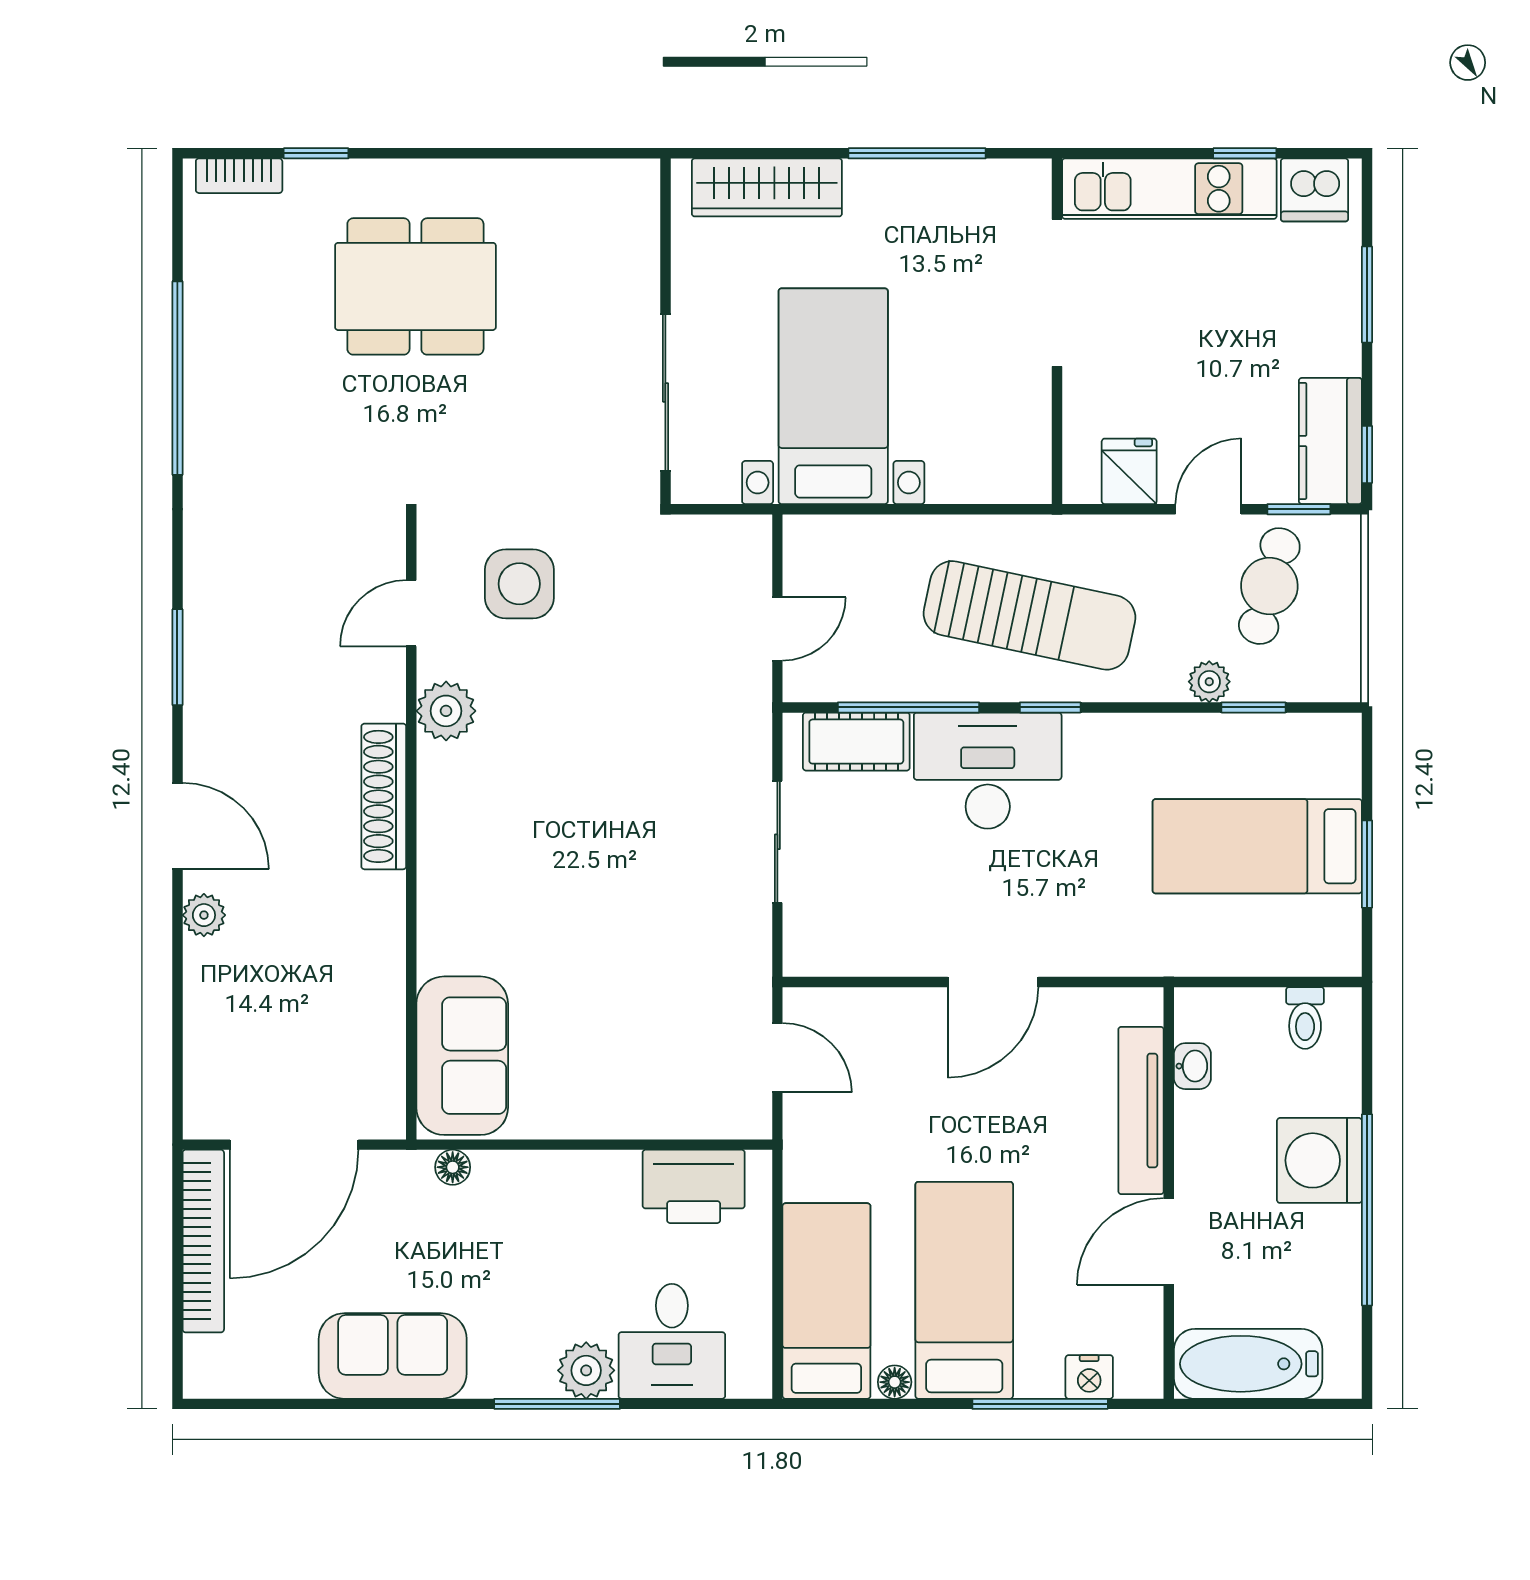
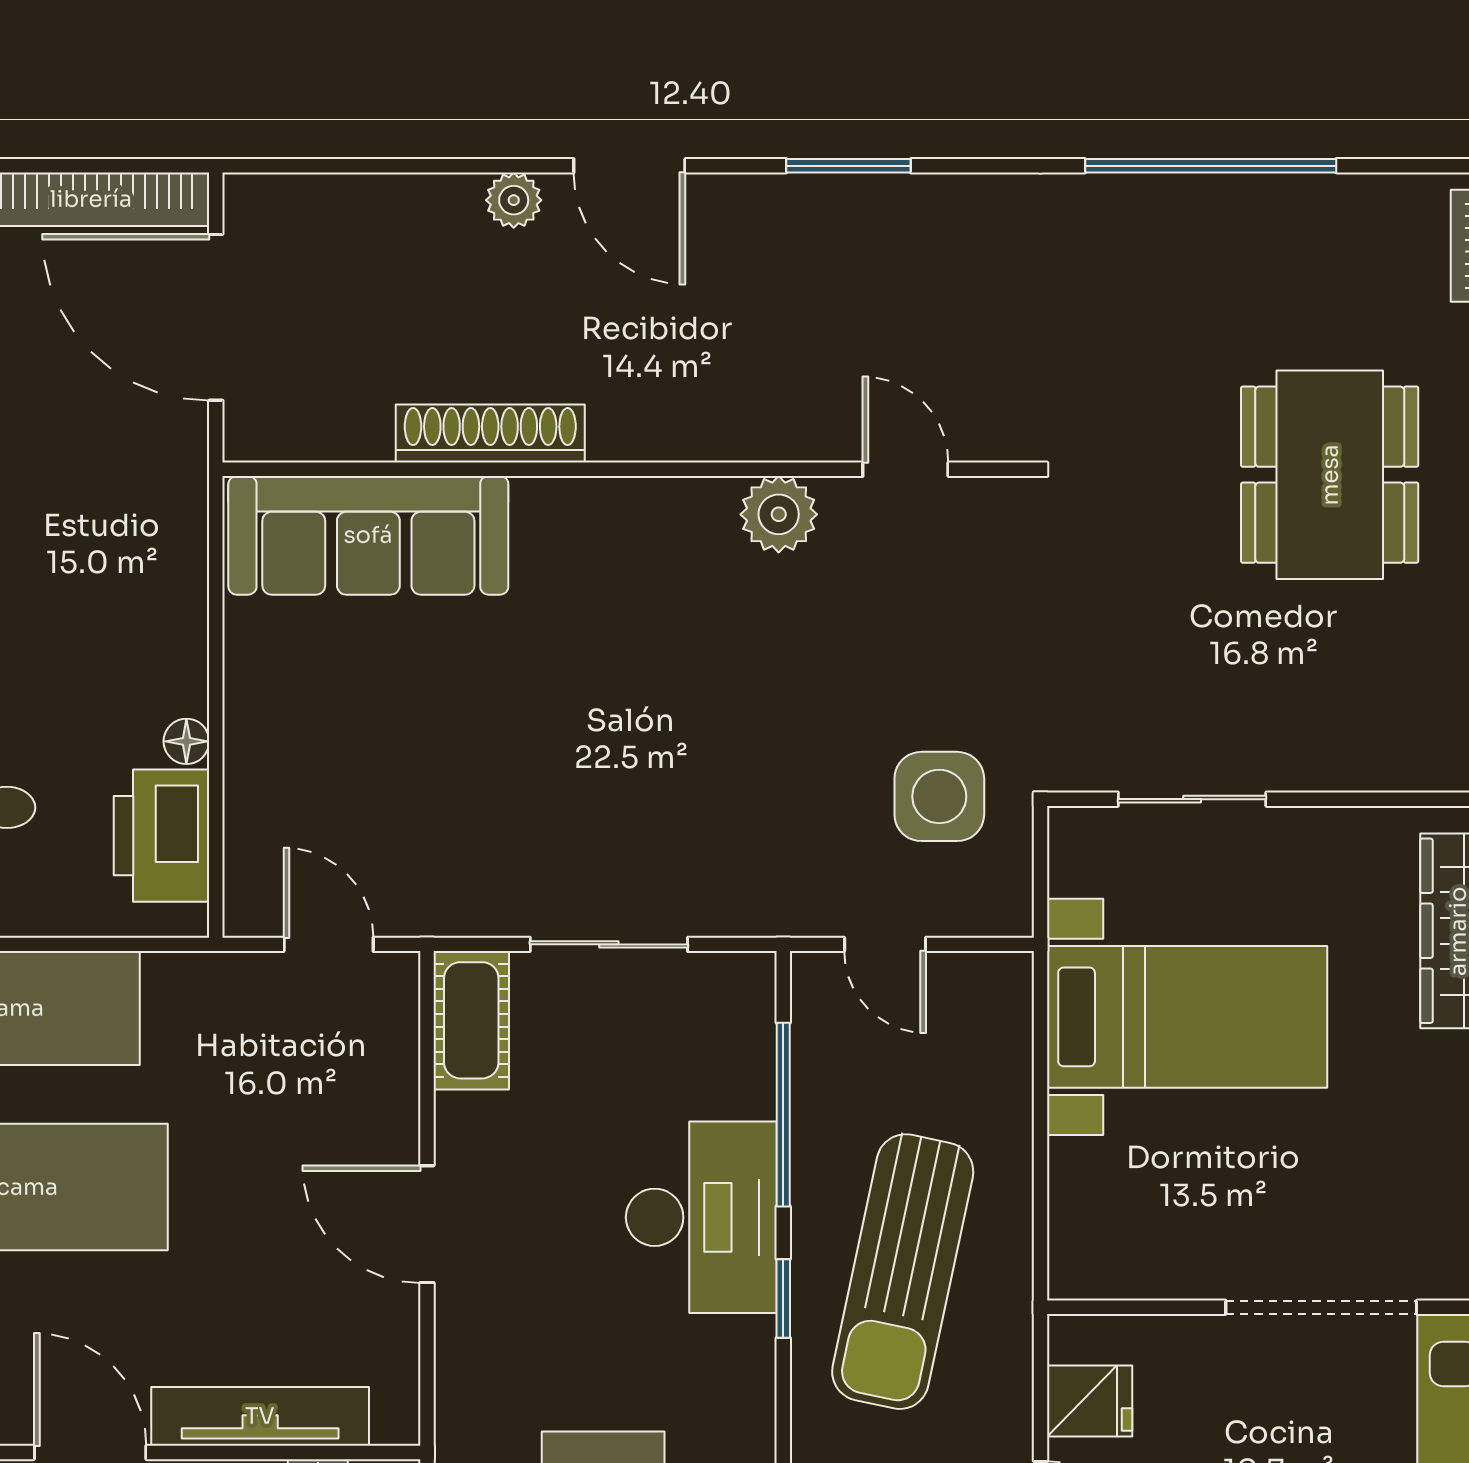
sliding door: (665, 392) -> (1192, 799), width x0.73
side table: (519, 584) -> (939, 796), moved
cot: (856, 742) -> (471, 1020), moved
shoe rack: (384, 796) -> (490, 434), moved
door: (177, 826) -> (629, 166), hinge flipped
sofa: (462, 1056) -> (368, 535), width x1.36
door: (777, 1058) -> (329, 944), swing flipped
floor lamp: (453, 1167) -> (186, 741), moved

